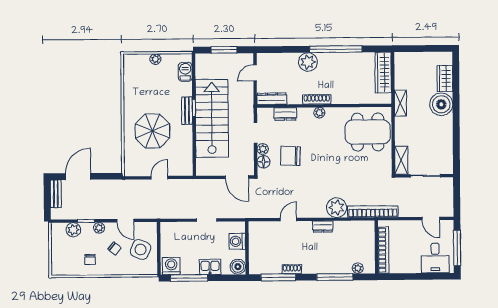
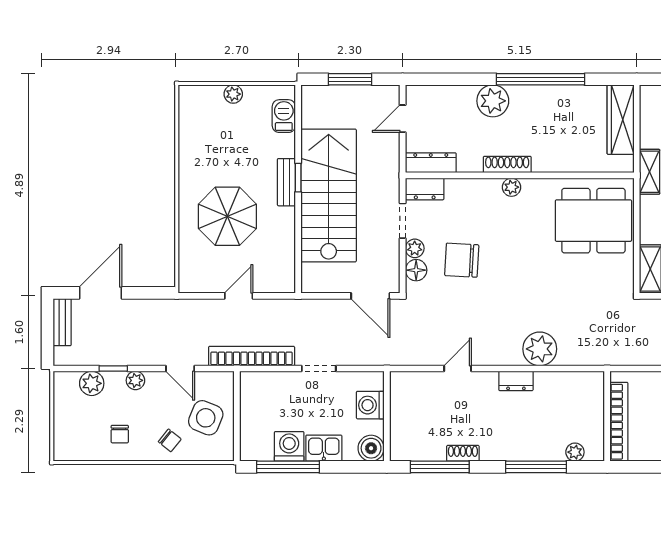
dresser: (285, 114) -> (425, 189), moved
bookcase: (373, 212) -> (252, 356), moved
chair: (115, 249) -> (170, 440), moved
washing machine: (171, 266) -> (289, 446), moved

